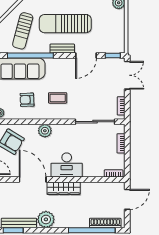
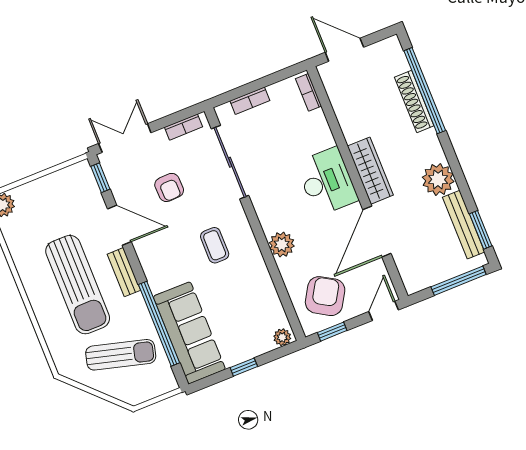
armchair: (27, 100) -> (169, 187), moved
shoe rack: (105, 223) -> (414, 102), moved

